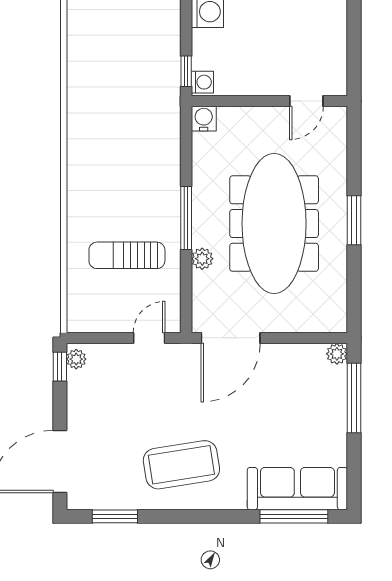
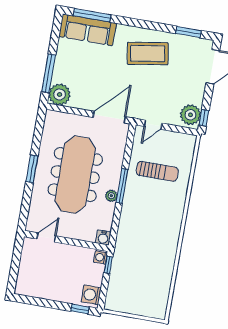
plant: (202, 259) -> (111, 196), moved
plant: (337, 354) -> (60, 94), width x1.87, depth x1.87
plant: (76, 359) -> (190, 115), width x1.88, depth x1.88

